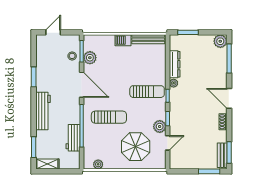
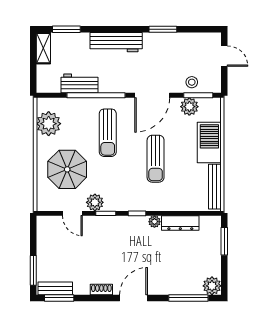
barbecue: (123, 40) -> (209, 143), width x1.88, depth x1.53
sun lounger: (147, 92) -> (156, 159), moved
plant: (98, 164) -> (49, 124), width x1.88, depth x1.88

